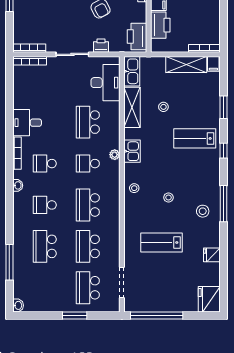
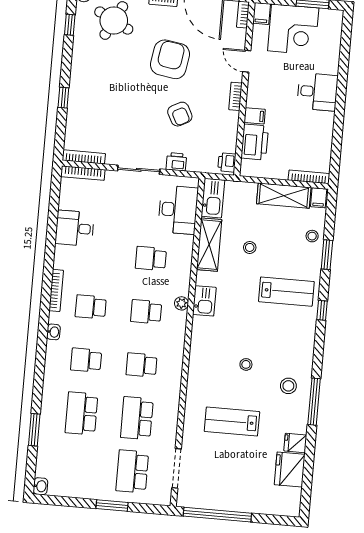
printer: (137, 37) -> (227, 162), width x0.53, depth x0.68
school desk: (88, 122) -> (151, 259), width x0.54
desk: (27, 123) -> (75, 228), moved
lab bench: (195, 138) -> (286, 292), turned 180
stool: (134, 188) -> (312, 236), moved
window: (224, 204) -> (314, 402), moved
school desk: (88, 205) -> (142, 365), width x0.54
window: (9, 262) -> (34, 430), width x0.69
fridge: (209, 299) -> (290, 470), moved

